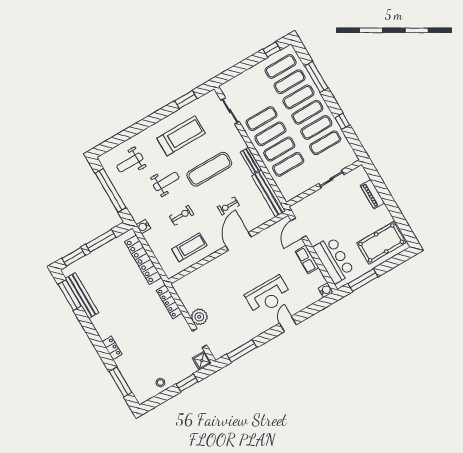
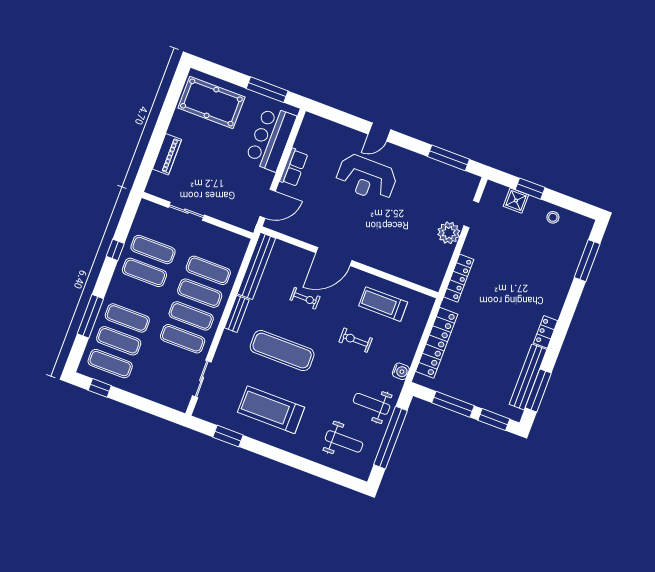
exercise mat: (307, 112) -> (136, 295), removed
weight bench: (166, 181) -> (372, 404), moved
water cooler: (326, 290) -> (310, 121), removed
reception desk: (268, 296) -> (366, 178), turned 180
locker: (112, 348) -> (546, 332), moved
shower: (202, 361) -> (516, 201), moved

